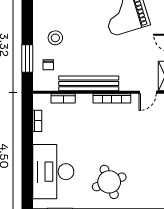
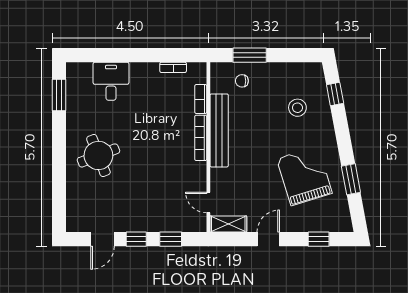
stool: (55, 38) -> (297, 108), moved
bookcase: (112, 98) -> (201, 138), moved
desk: (53, 172) -> (111, 81), width x0.53, depth x0.77

